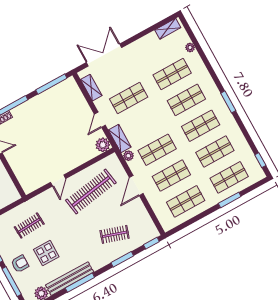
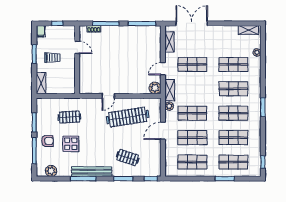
bench: (70, 279) -> (92, 172), moved

